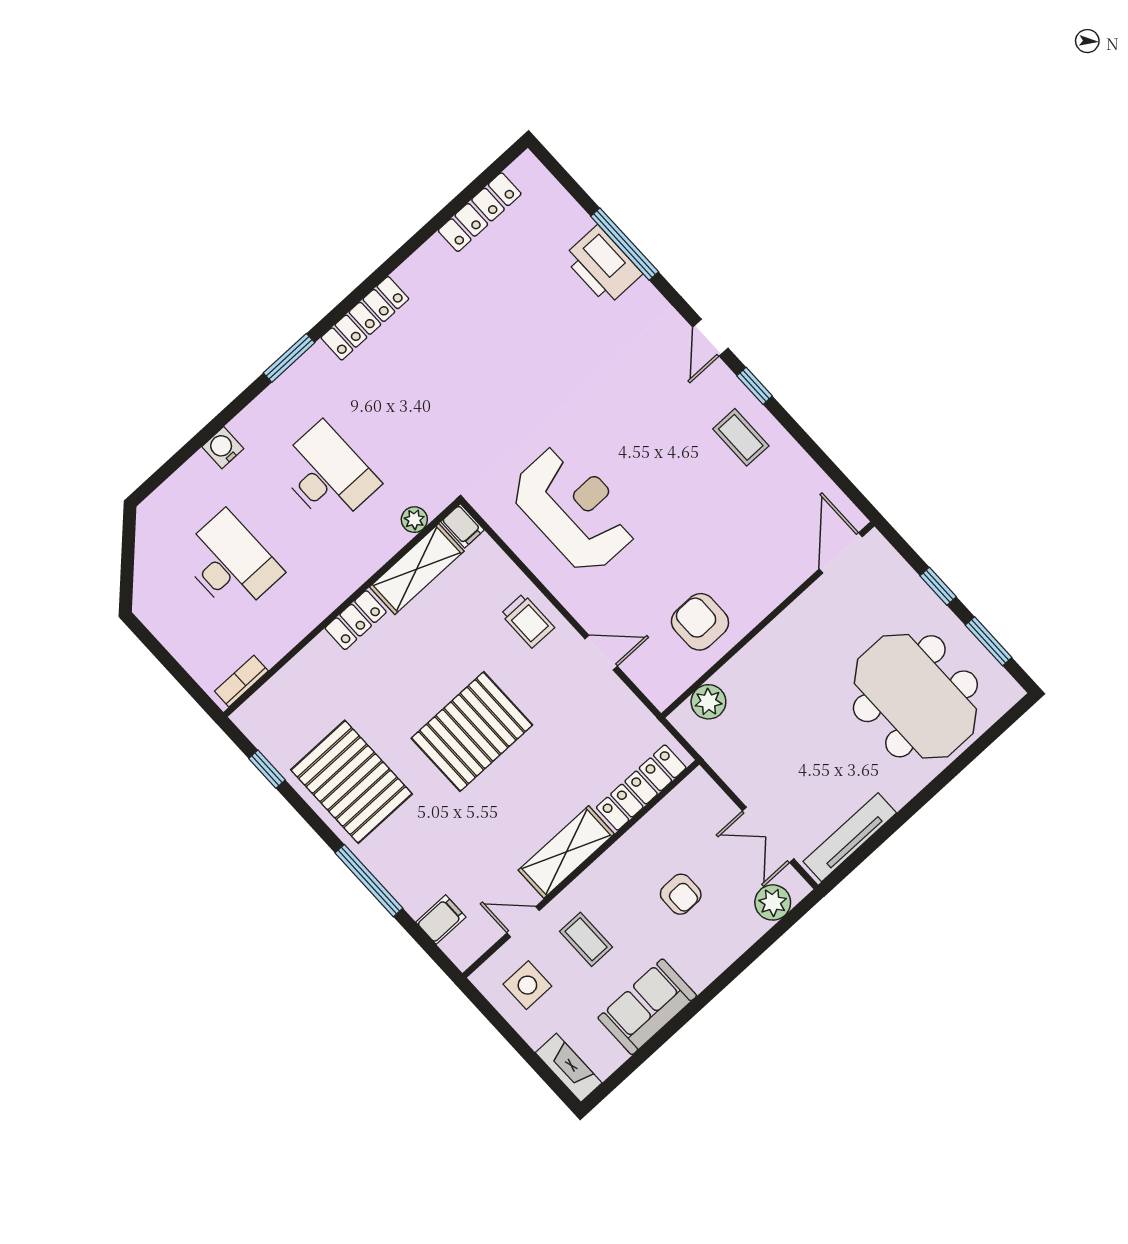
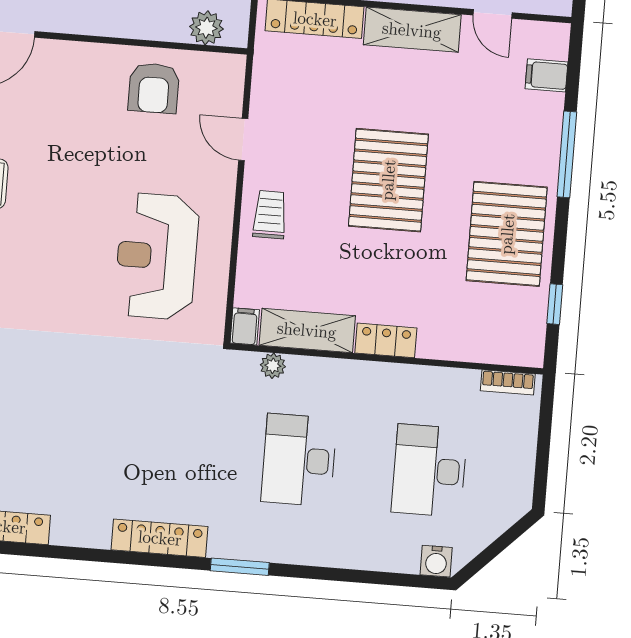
water cooler: (223, 448) -> (436, 561), moved
pallet: (472, 732) -> (388, 180), turned 90

